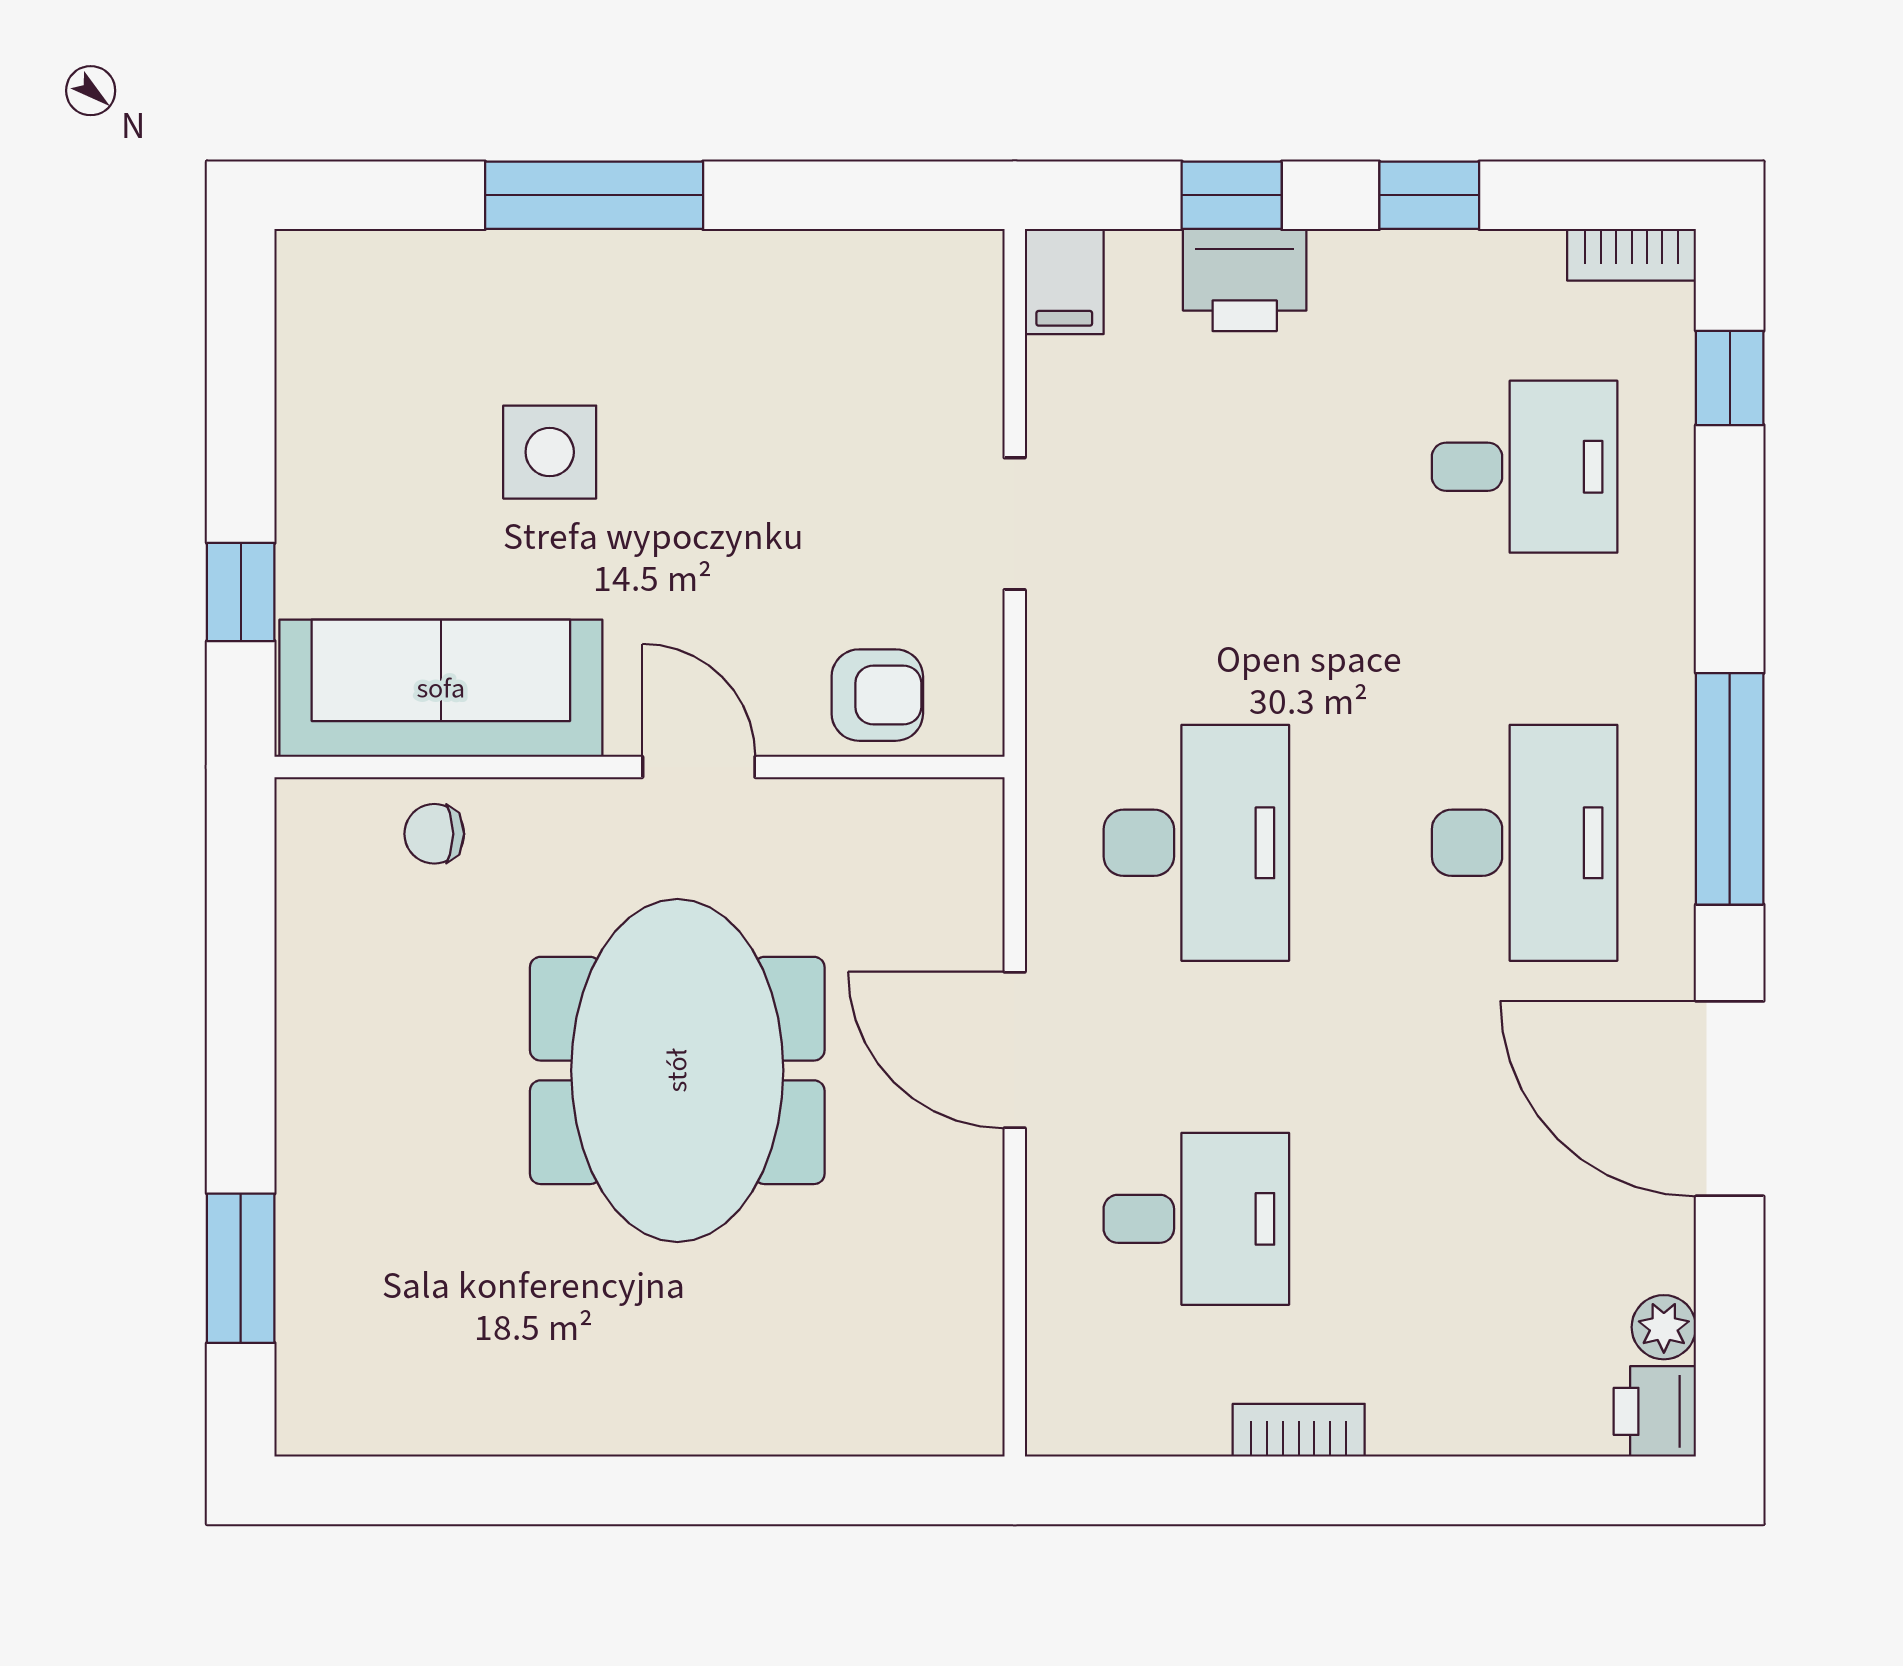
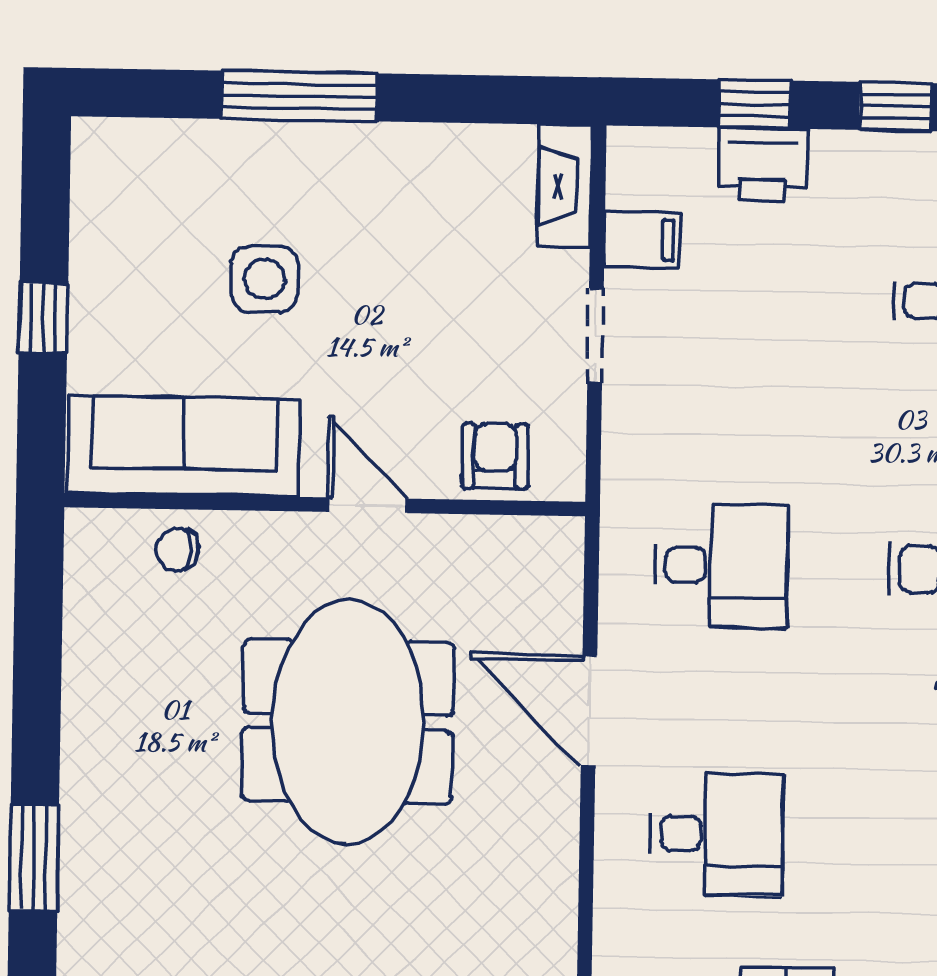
filing cabinet: (1064, 282) -> (642, 240), moved, turned -90
fireplace: (968, 315) -> (565, 186), added
window: (241, 592) -> (43, 318), moved
armchair: (877, 695) -> (495, 456), turned -90
desk: (1196, 843) -> (721, 566), width x0.73

